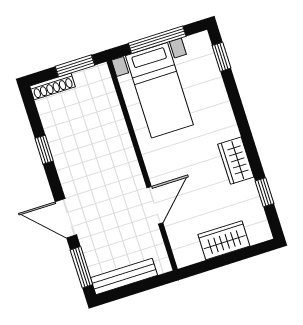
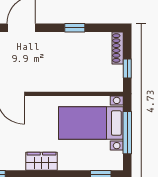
window: (75, 66) -> (127, 69), width x0.67
wardrobe: (236, 161) -> (41, 161), moved

